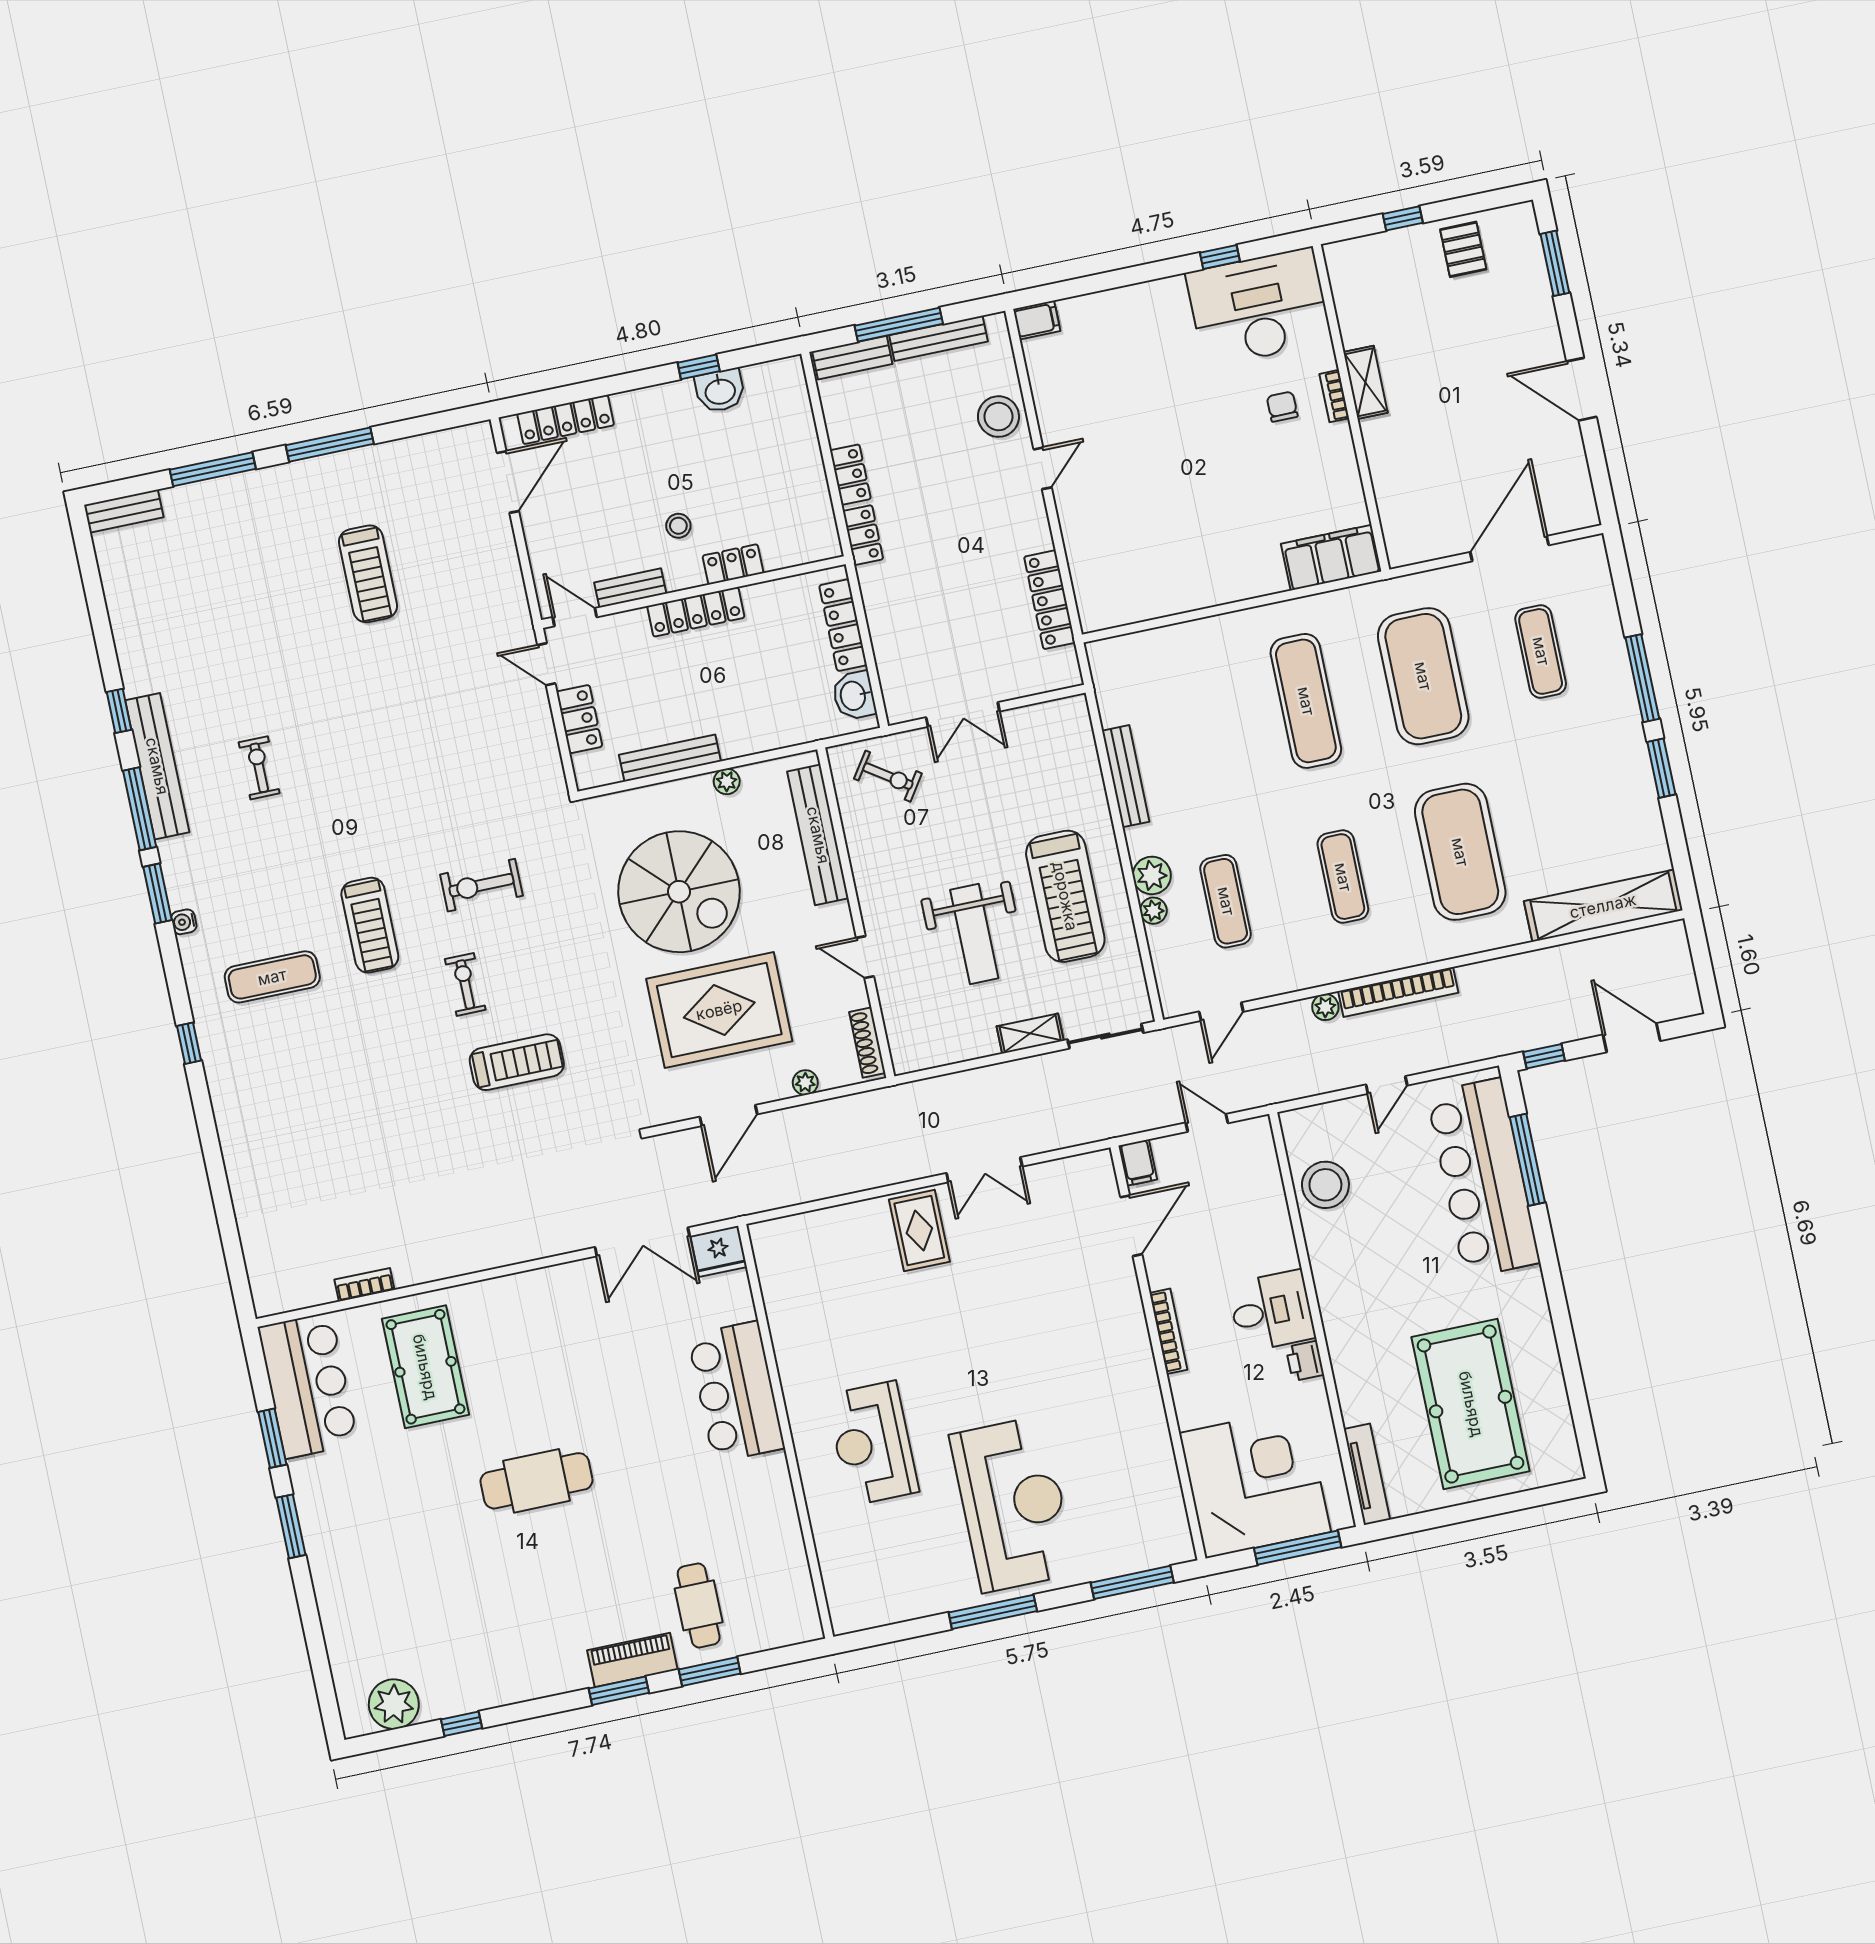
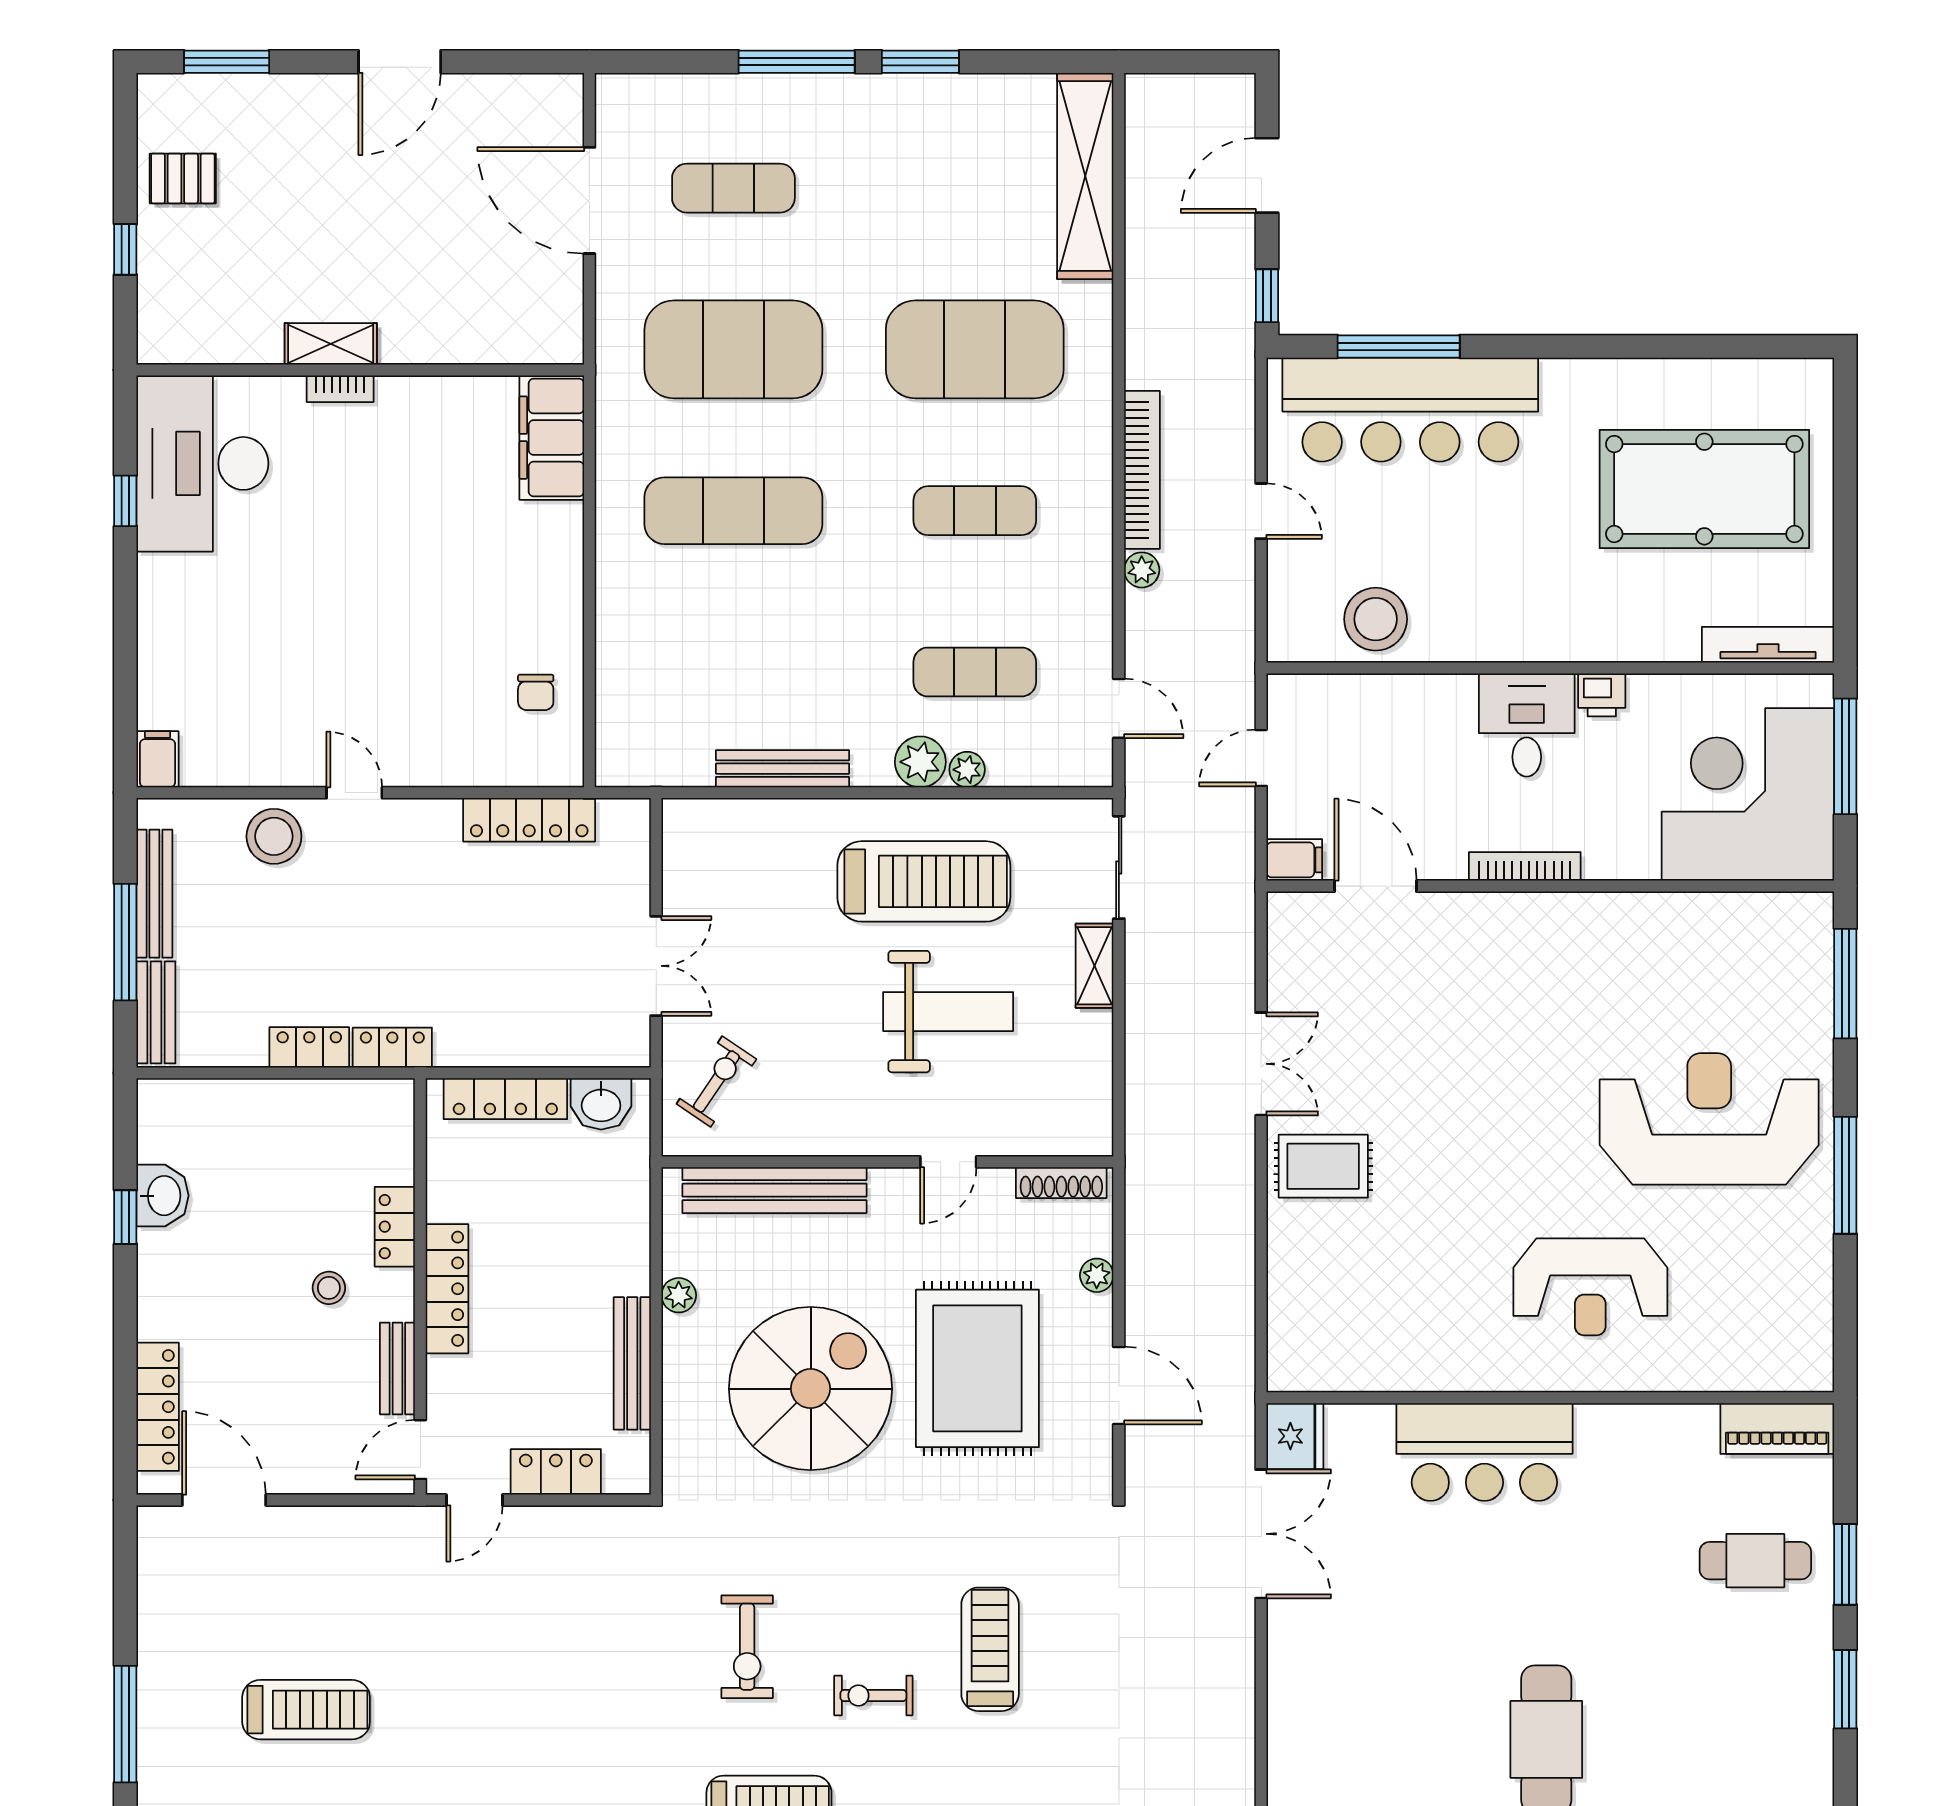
chair: (1282, 407) -> (536, 692), moved, turned -90
piano: (632, 1660) -> (1777, 1428), moved, turned -90

